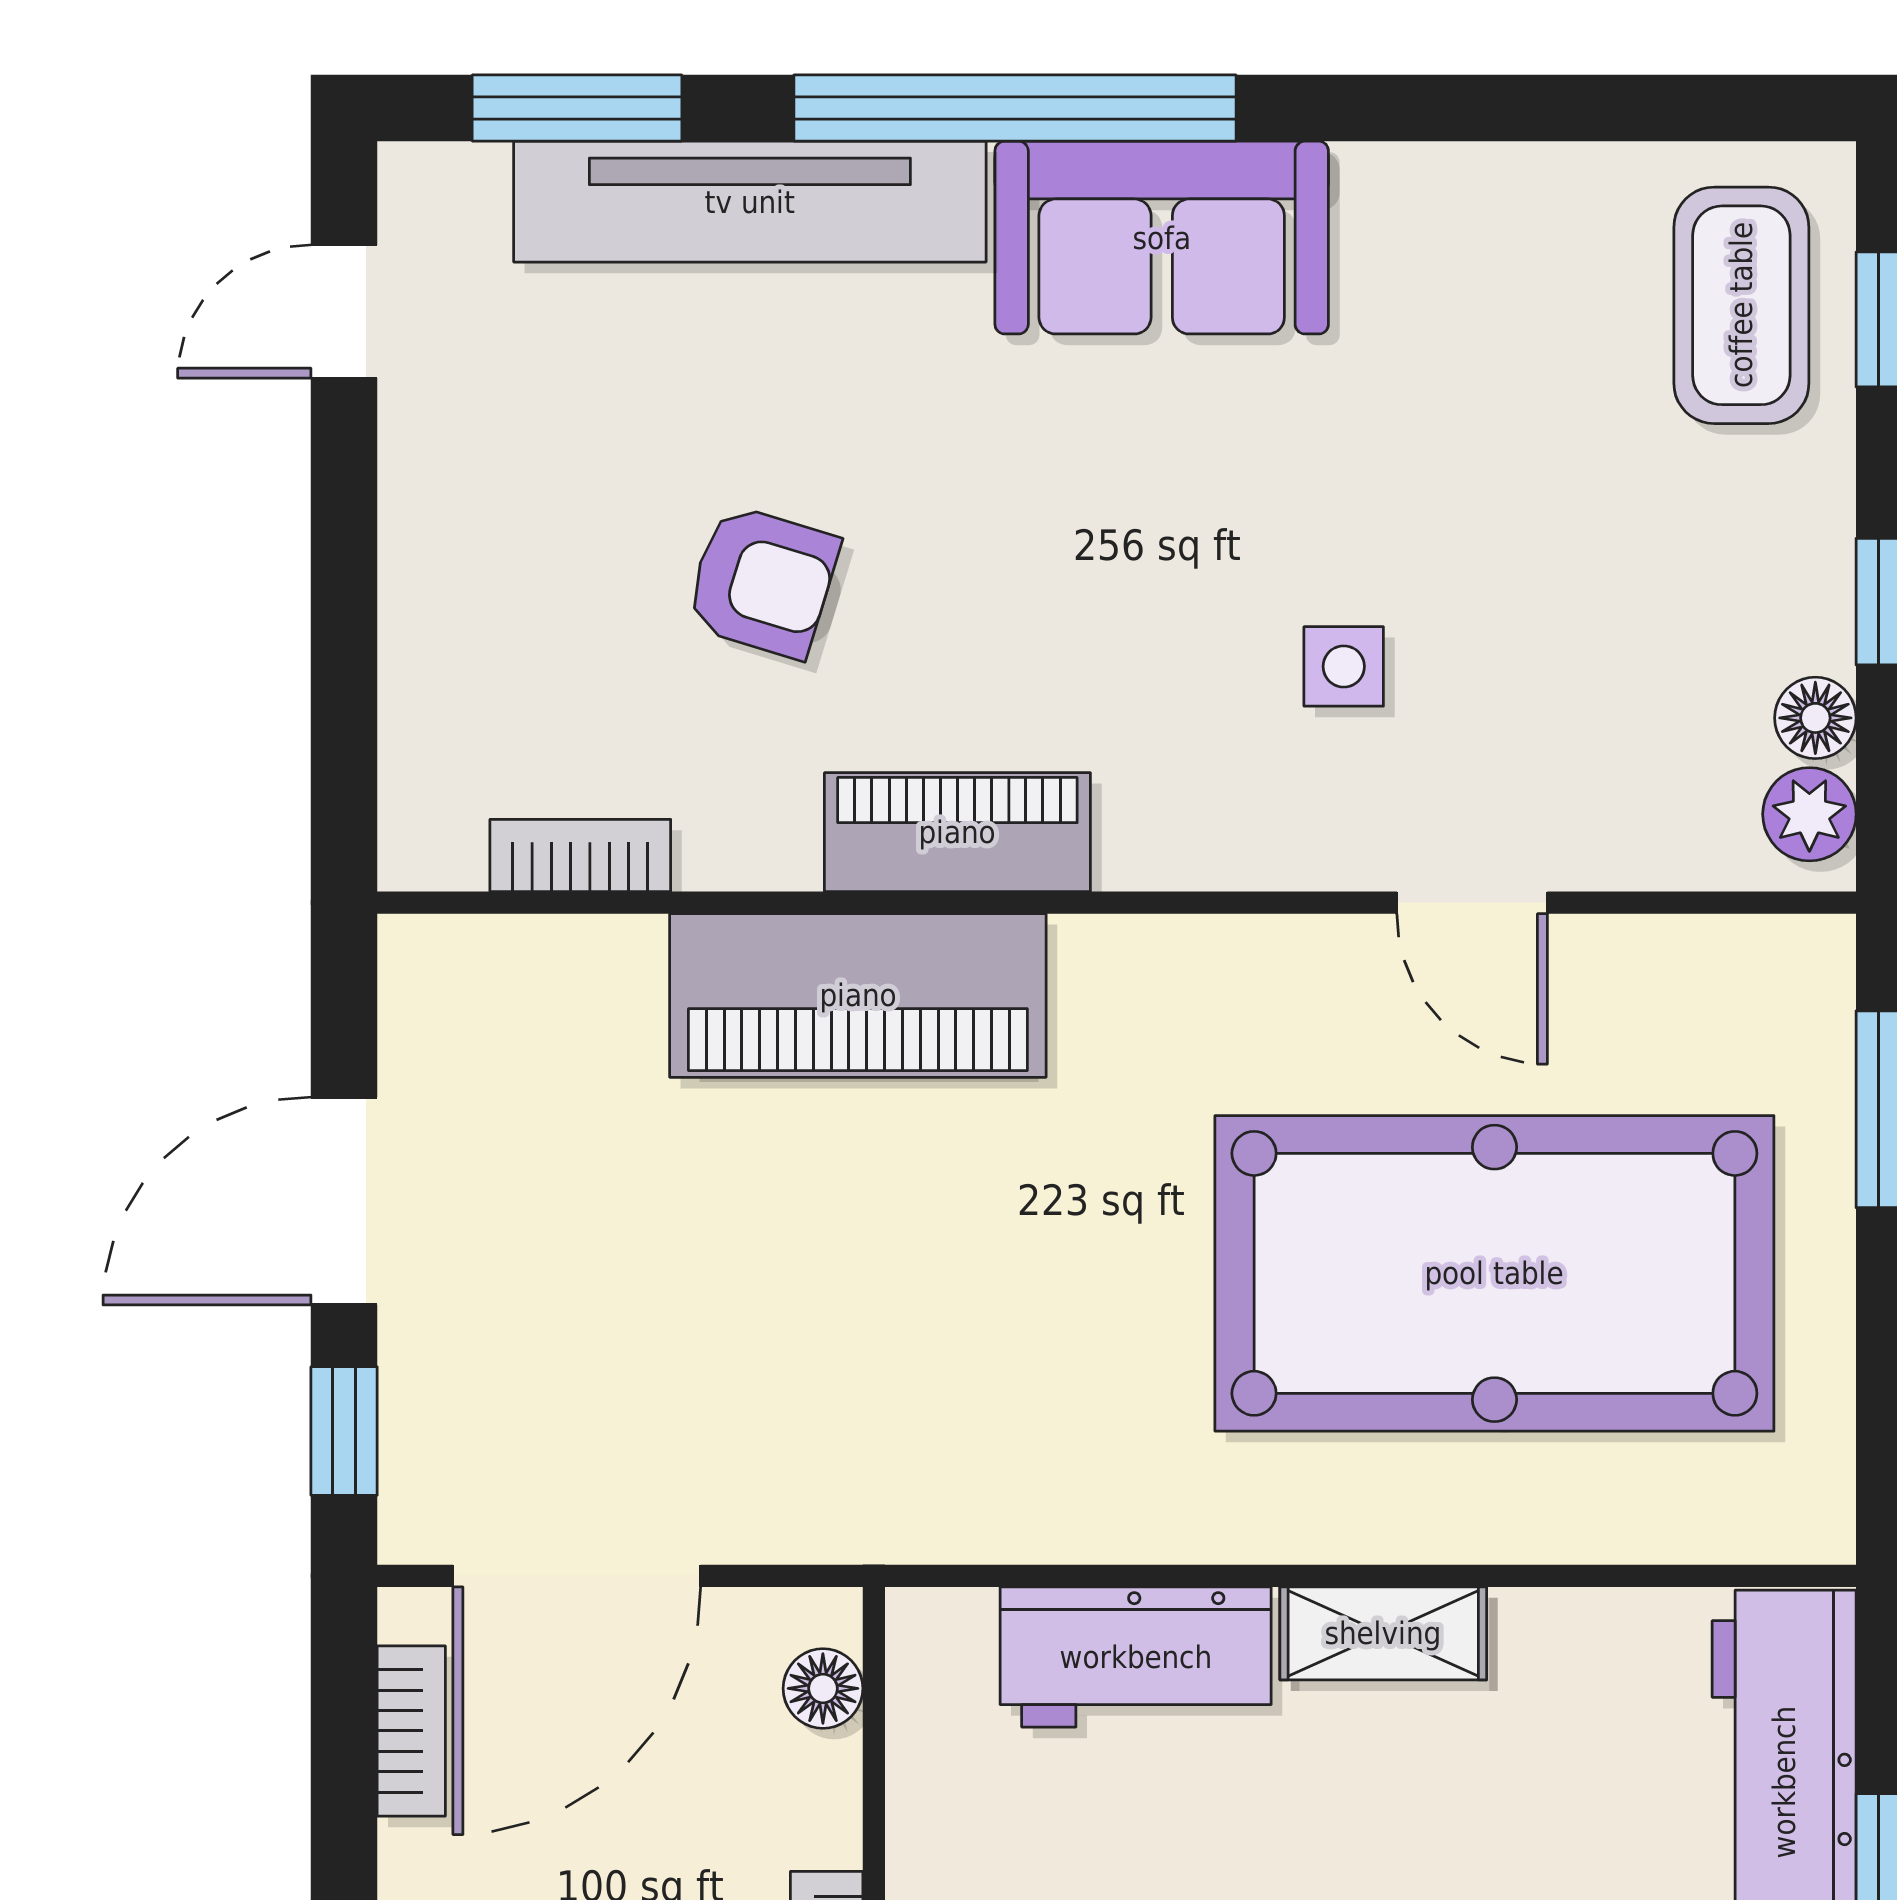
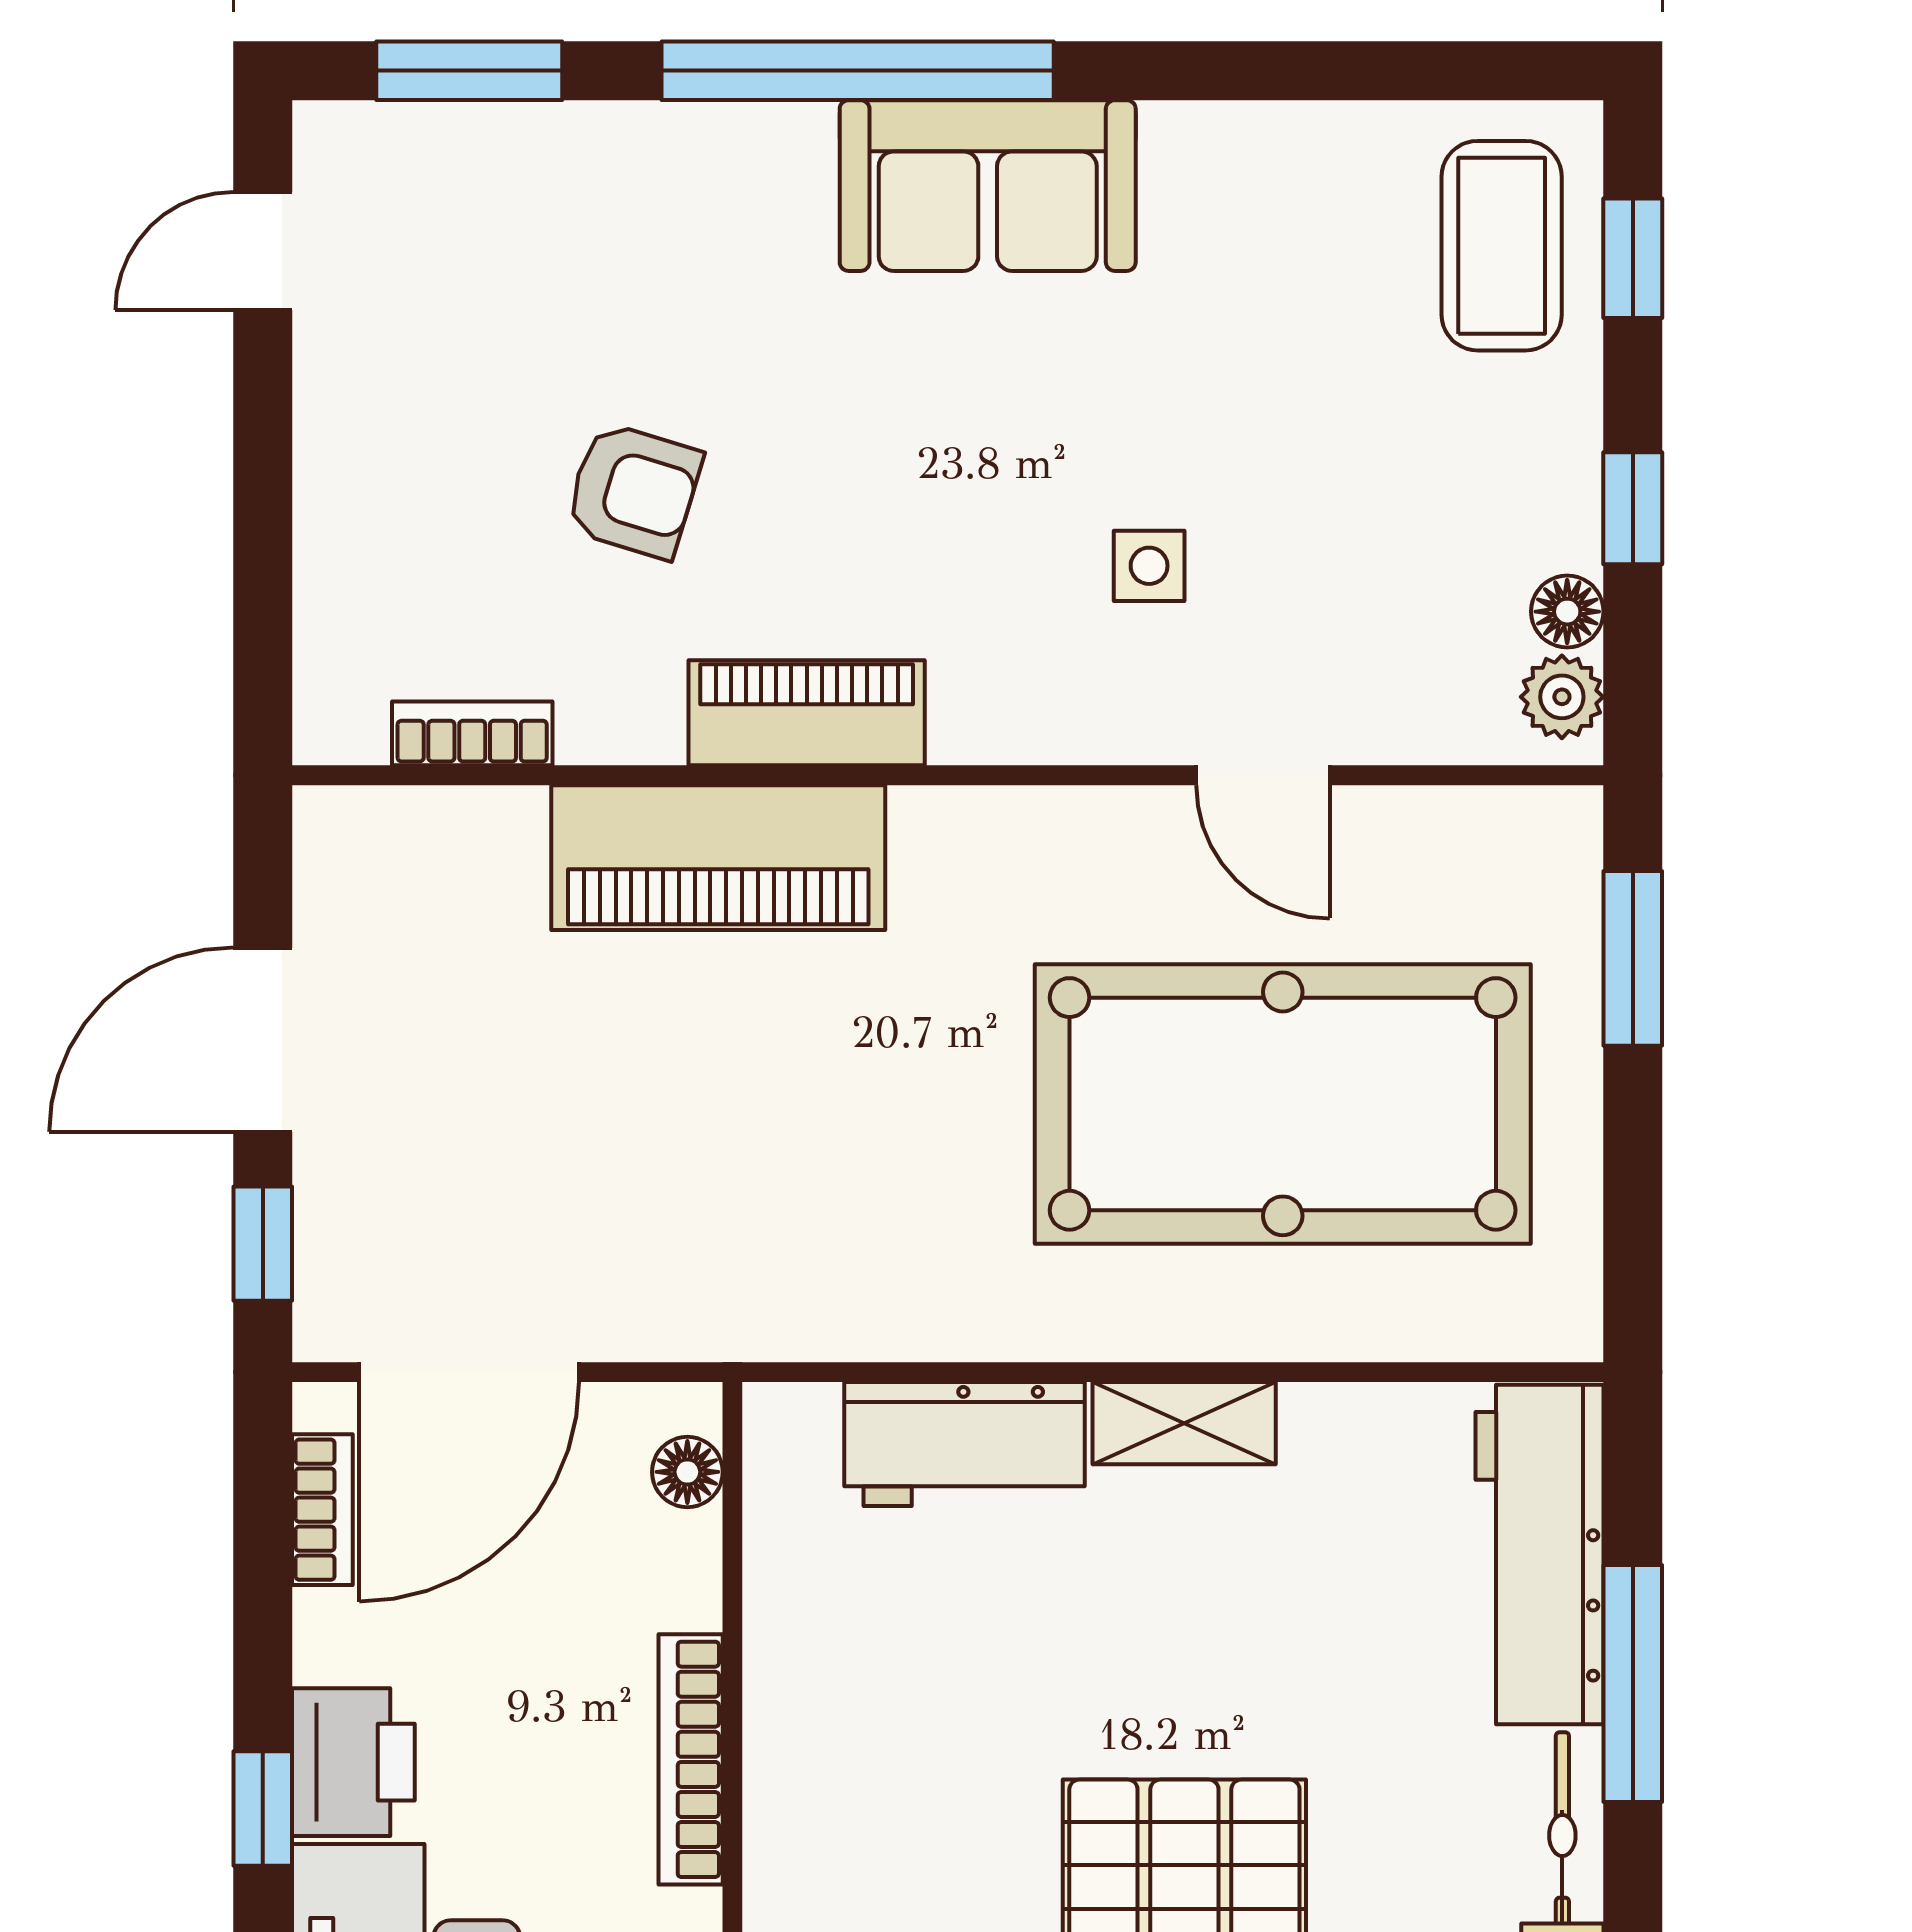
tv unit: (750, 202) -> (623, 154), removed

